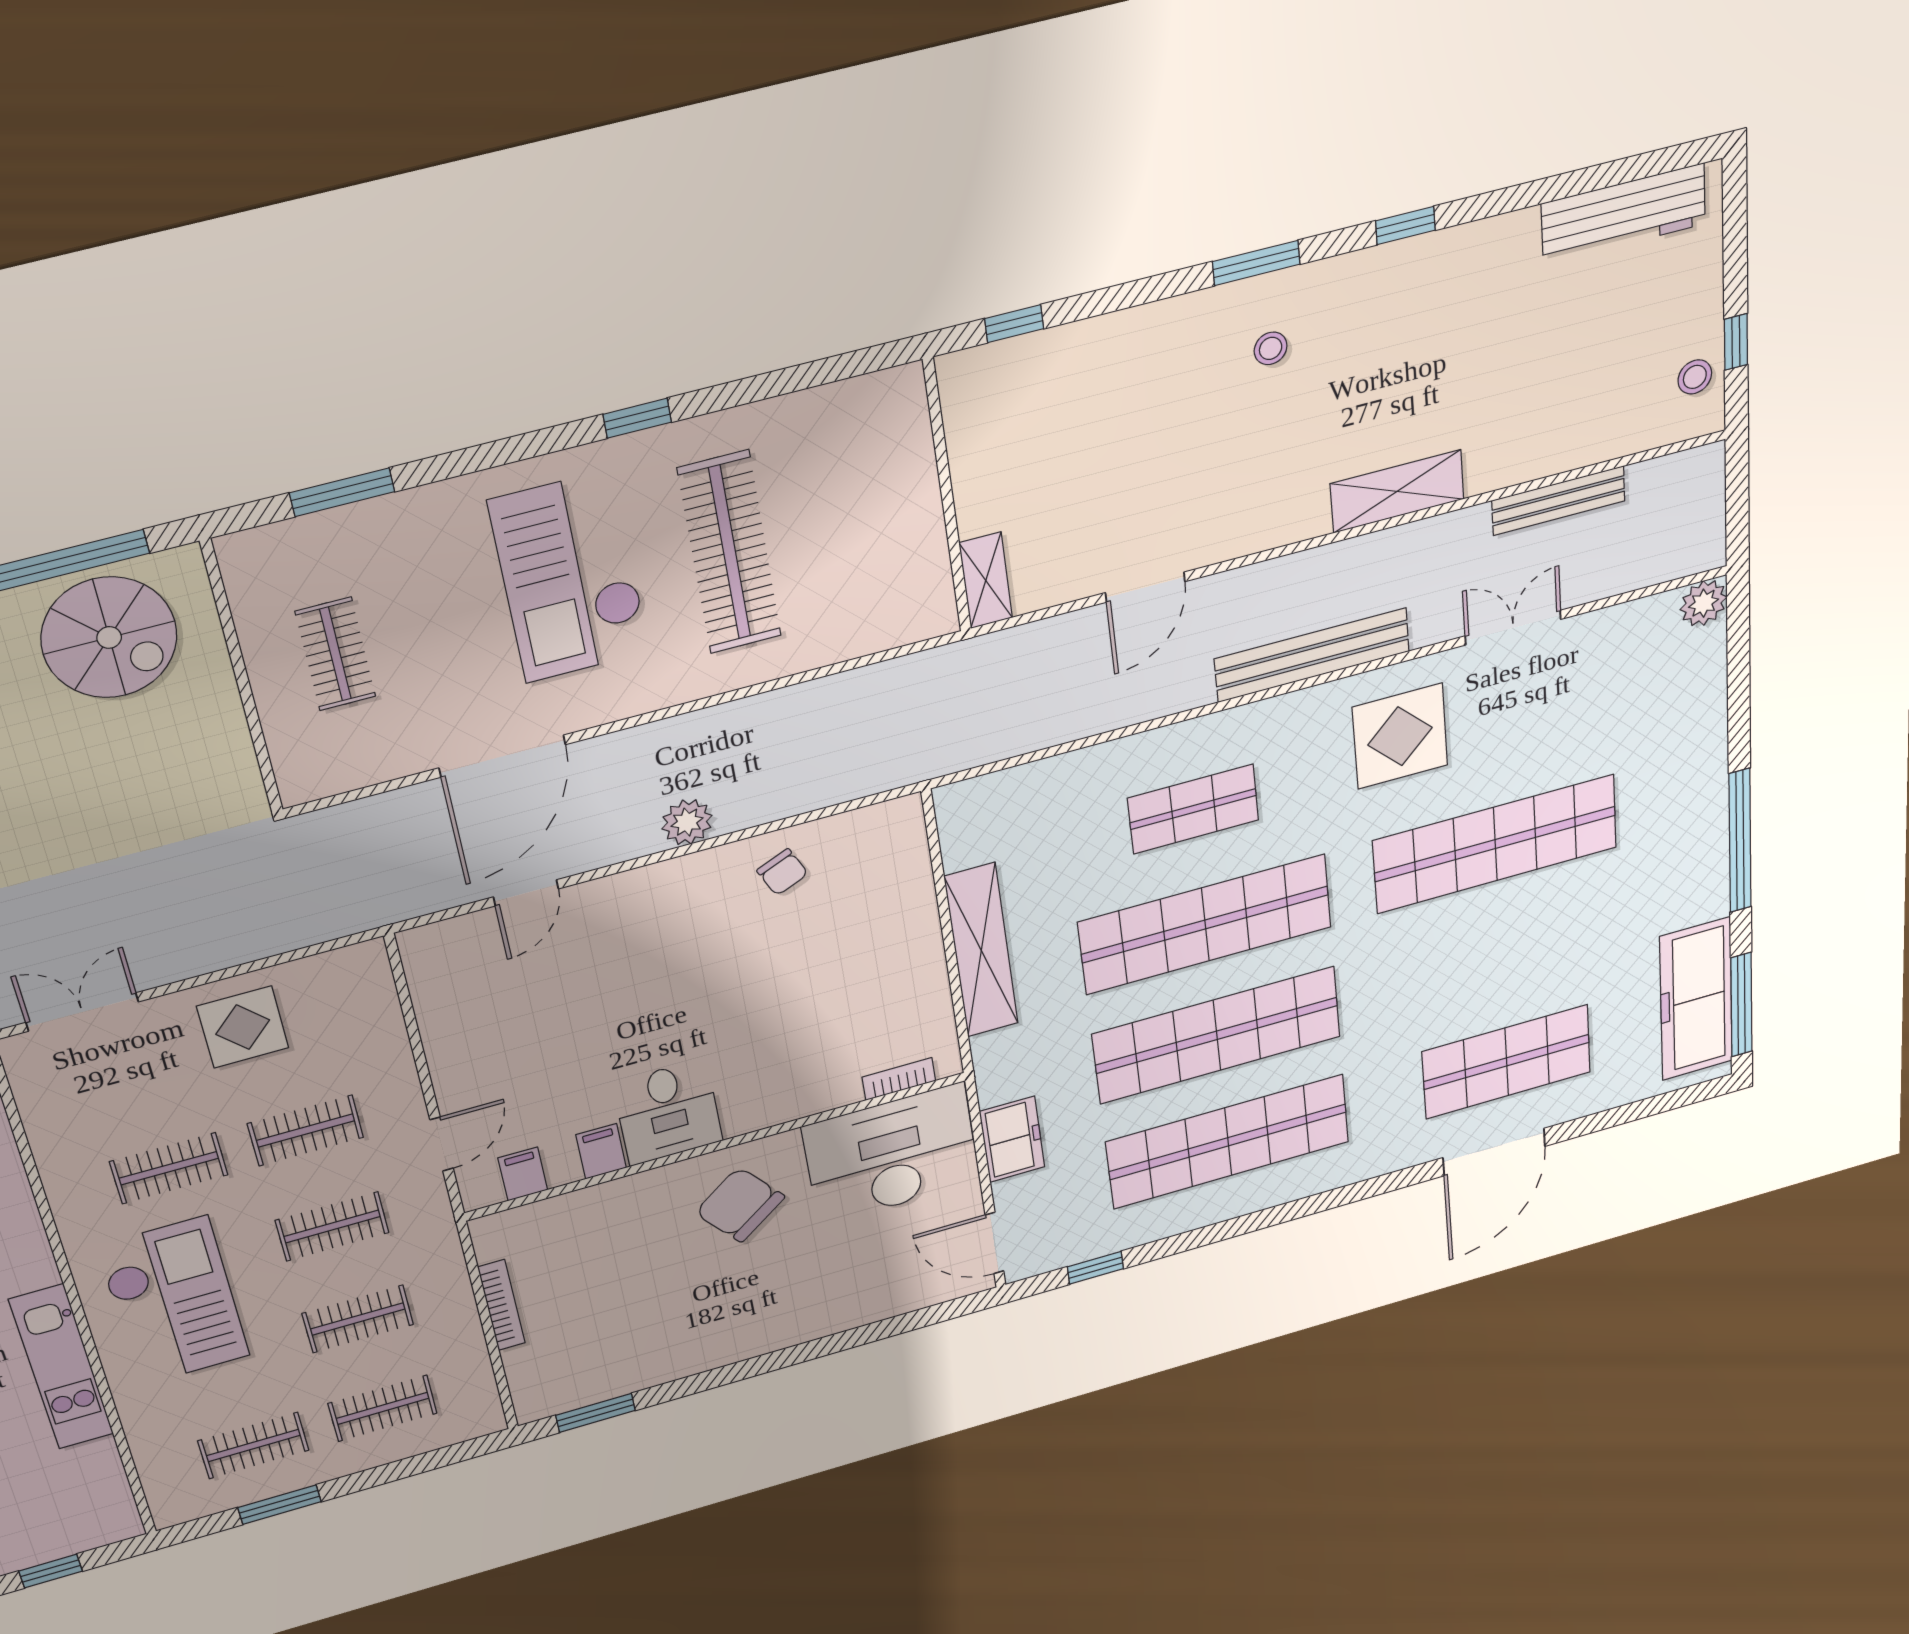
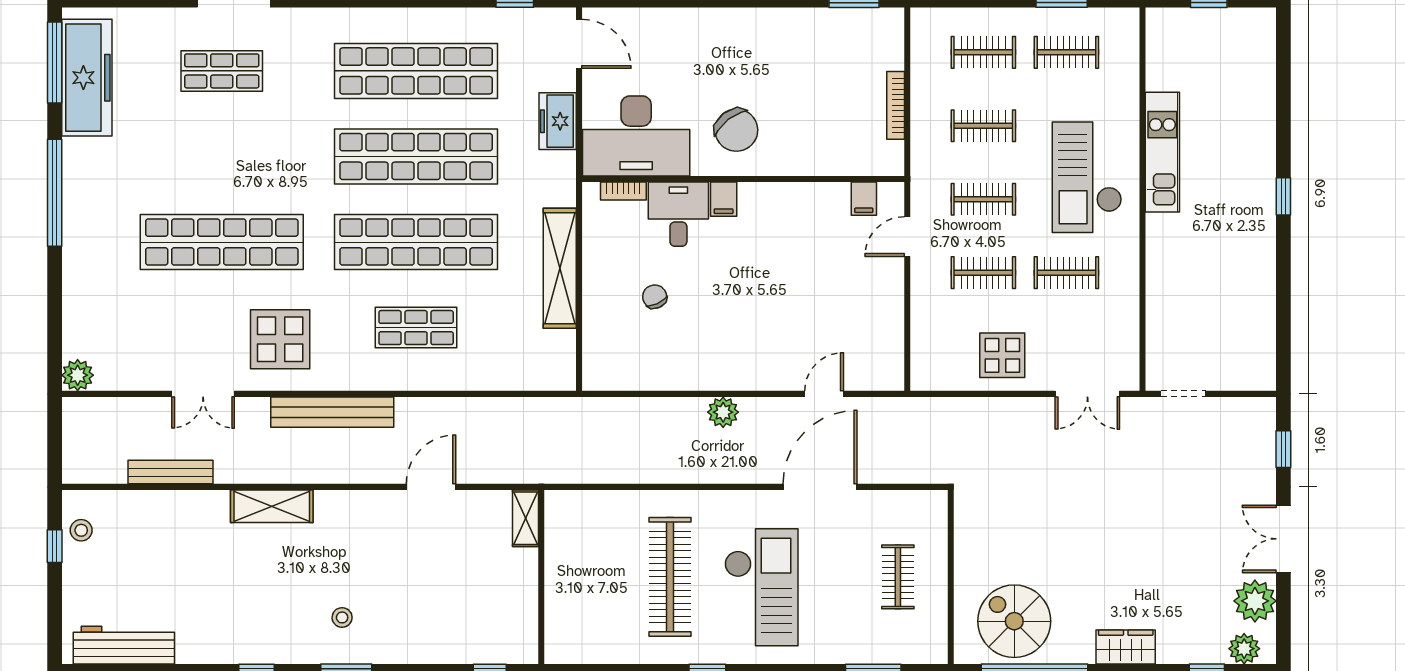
chair: (782, 872) -> (655, 297), moved
shop shelf: (1507, 1062) -> (222, 71), width x0.70, depth x0.74
desk: (668, 1112) -> (678, 214), moved
filing cabinet: (601, 1151) -> (724, 199), moved

